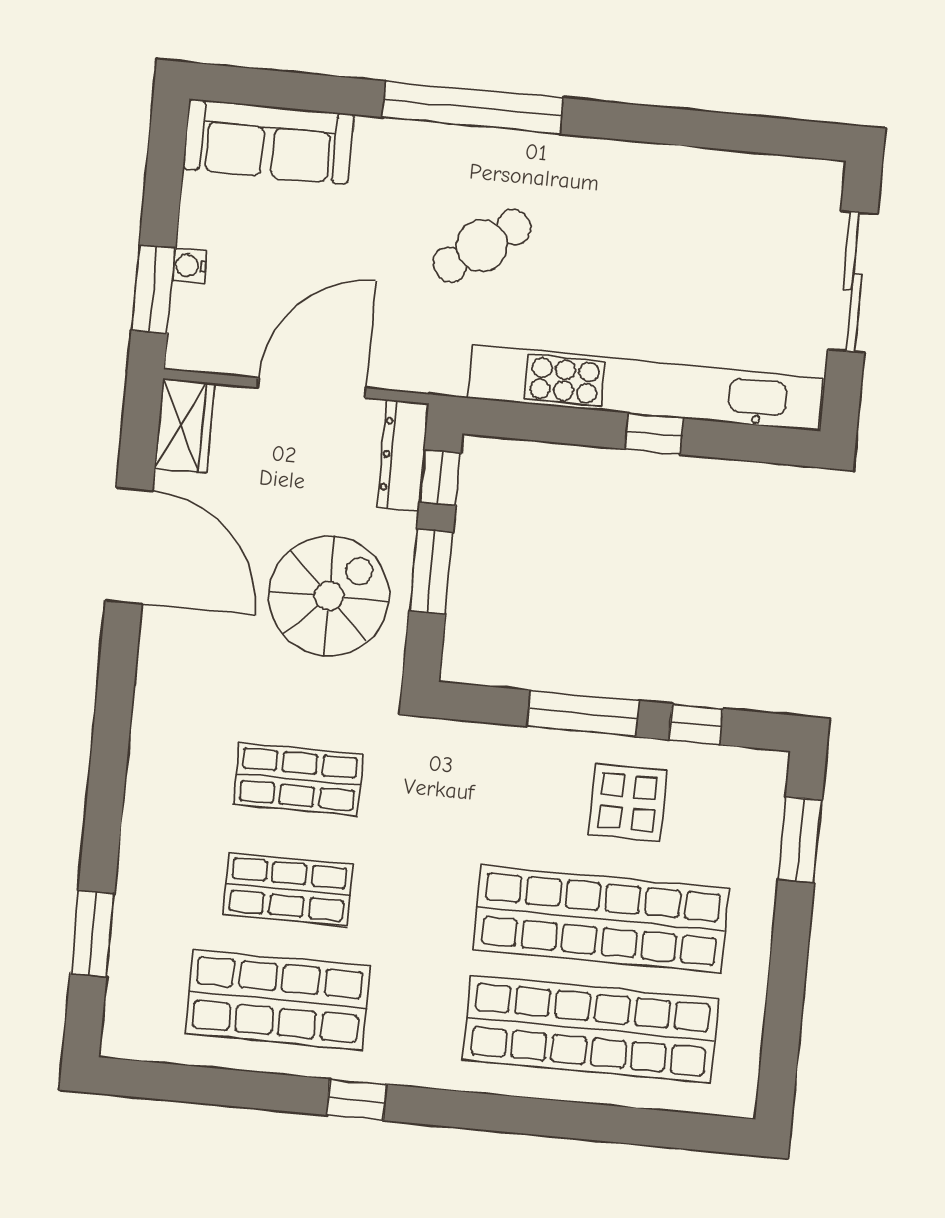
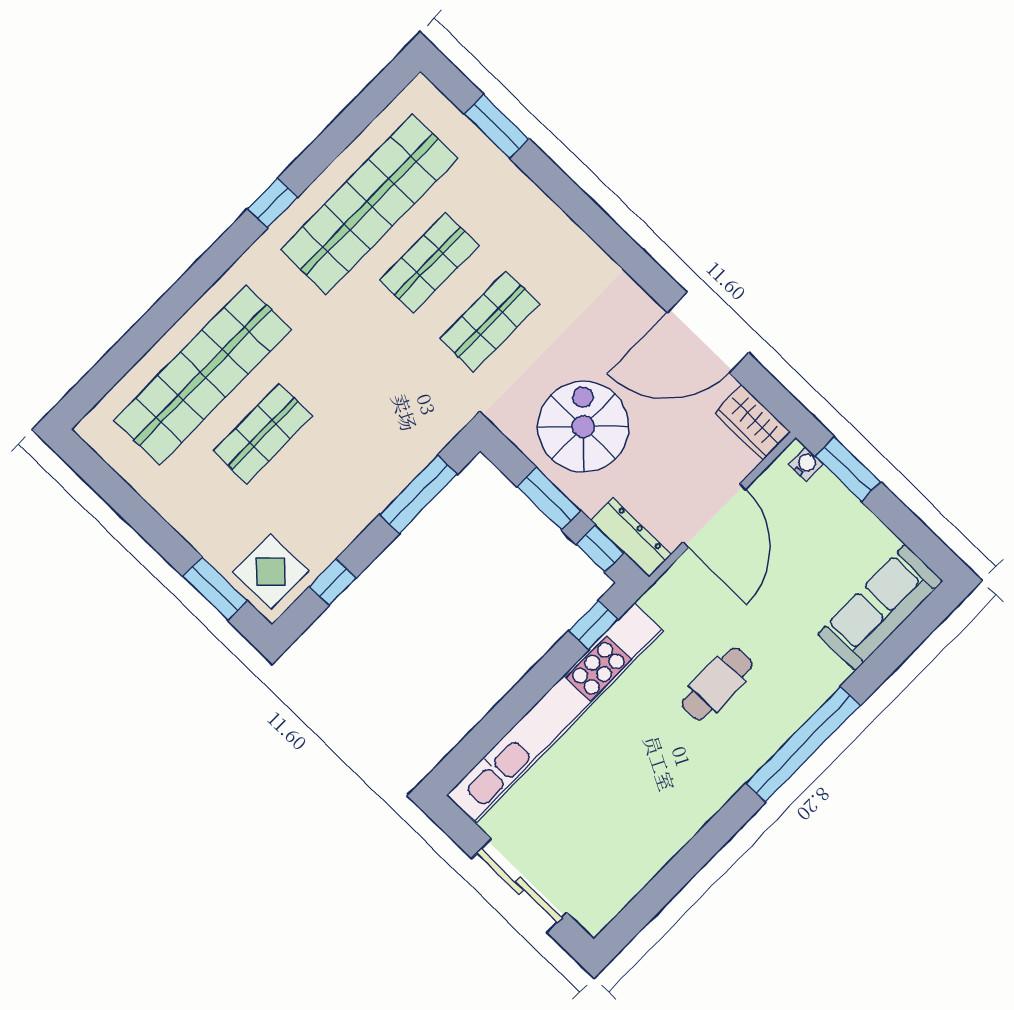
cafe table: (482, 246) -> (717, 684), turned 35
water cooler: (190, 266) -> (806, 464), moved
window: (654, 434) -> (593, 625), moved
spiral stairs: (329, 596) -> (583, 427), turned 180
window: (583, 714) -> (418, 494), moved
display table: (628, 802) -> (271, 571), moved
shop shelf: (601, 919) -> (263, 433), width x0.50, depth x0.74
shop shelf: (278, 1000) -> (369, 204), width x1.40

